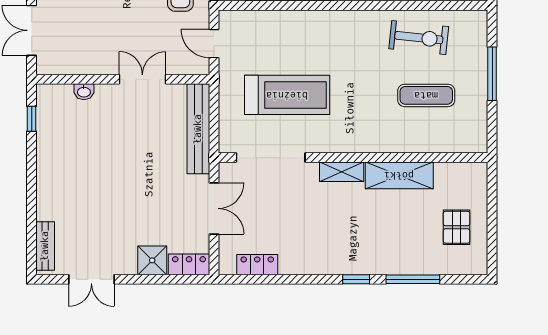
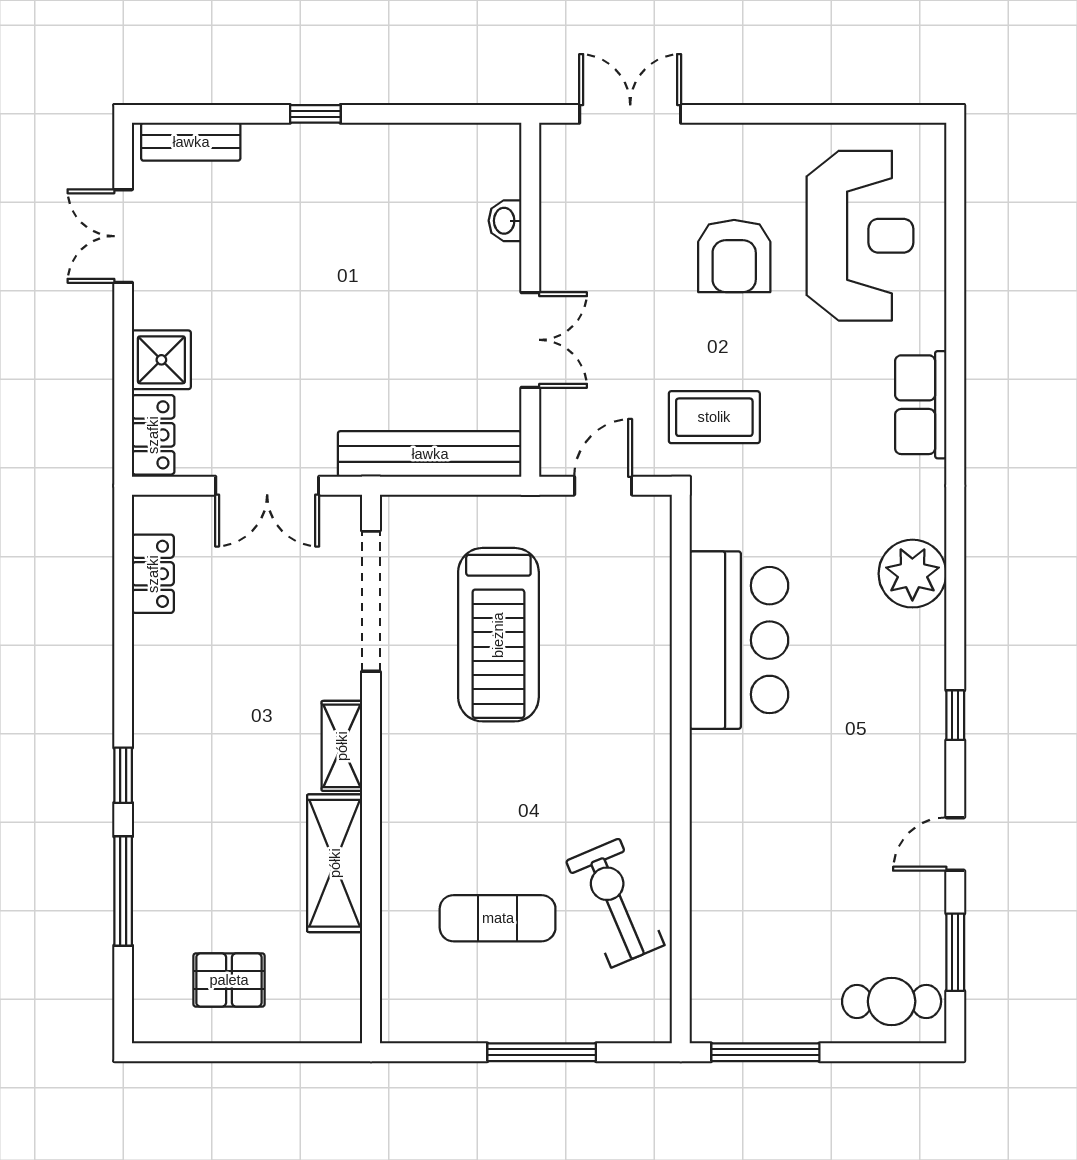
exercise bike: (419, 38) -> (615, 903), turned 151
exercise mat: (426, 95) -> (498, 918), turned 90
window: (32, 119) -> (315, 114), moved

